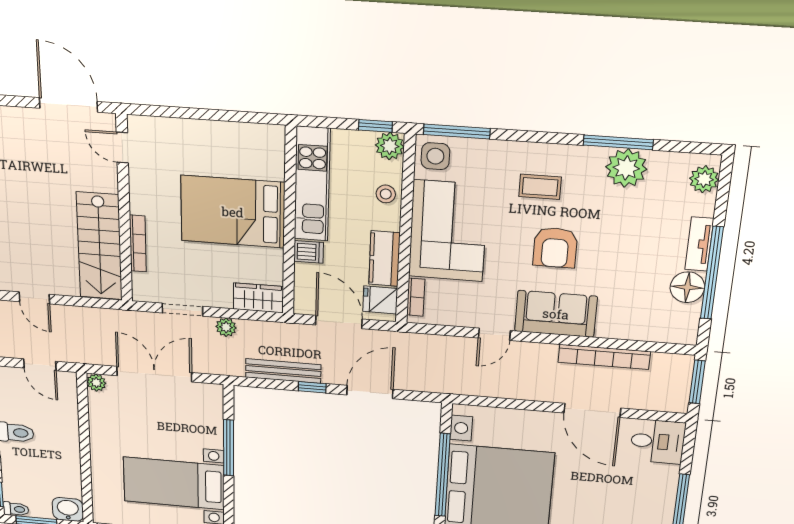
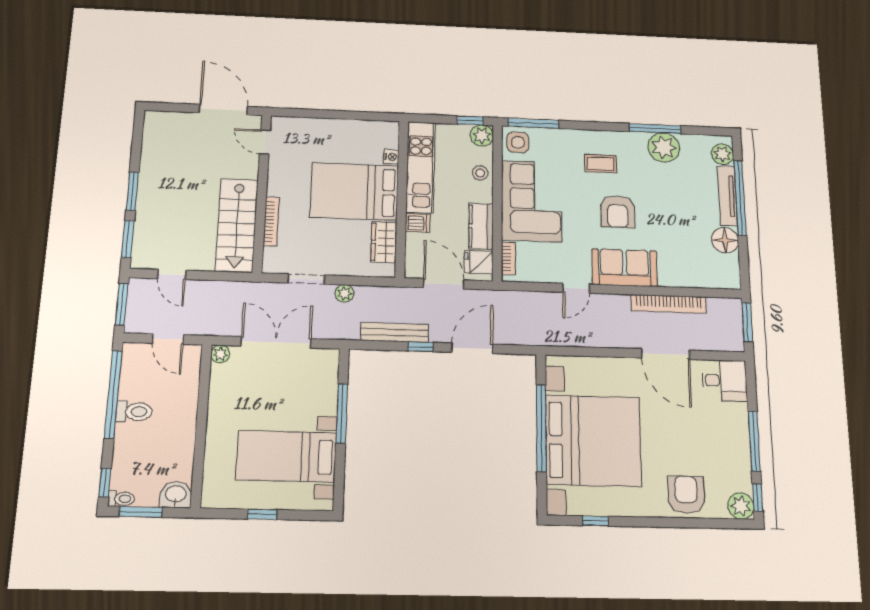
nightstand: (276, 170) -> (391, 157), added
tv unit: (699, 244) -> (727, 196), width x1.41
window: (712, 273) -> (740, 198), moved
wardrobe: (258, 298) -> (384, 242), moved, turned -90

